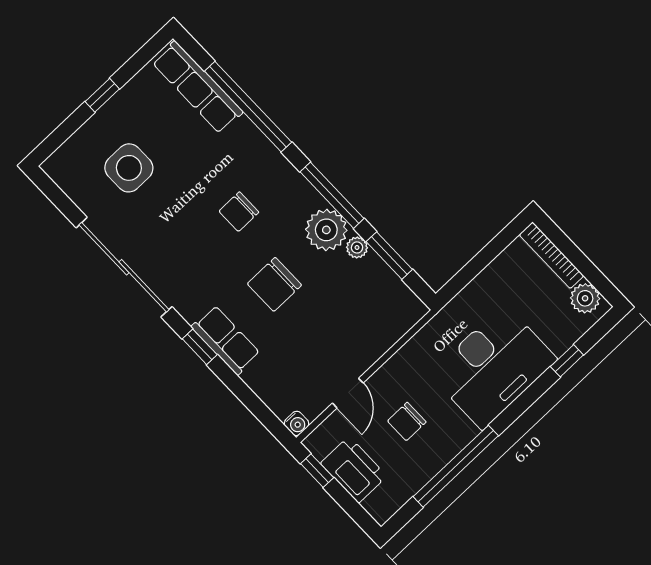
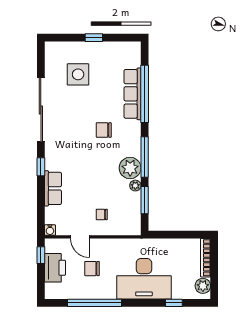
row of seats: (197, 87) -> (132, 94), moved
chair: (274, 284) -> (102, 214), moved, width x0.54, depth x0.54
row of seats: (226, 340) -> (53, 188), moved
door: (348, 393) -> (80, 237), hinge flipped

